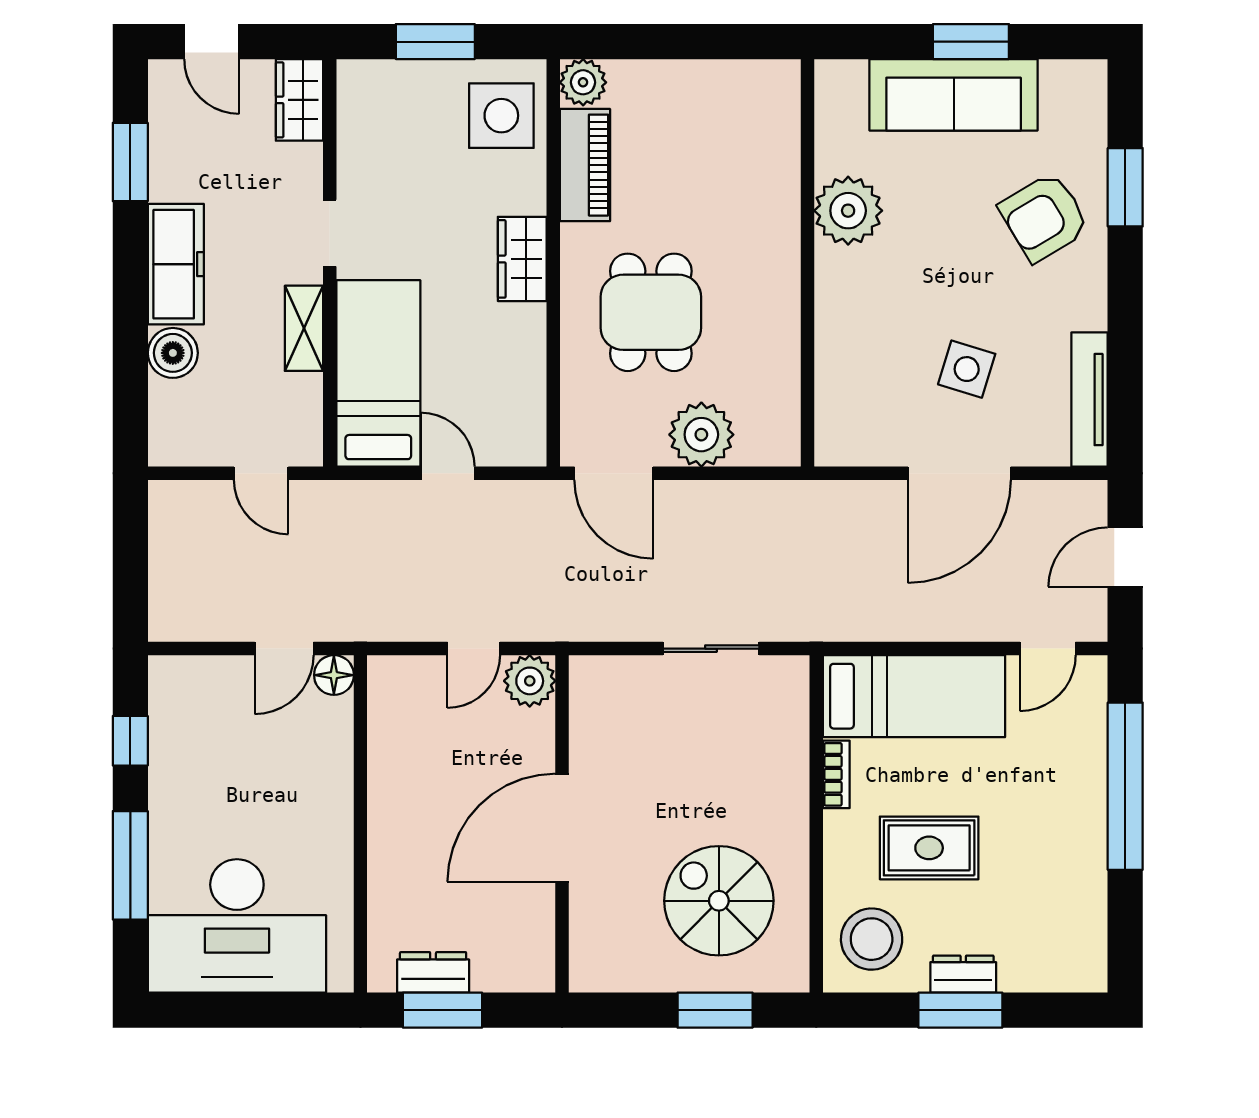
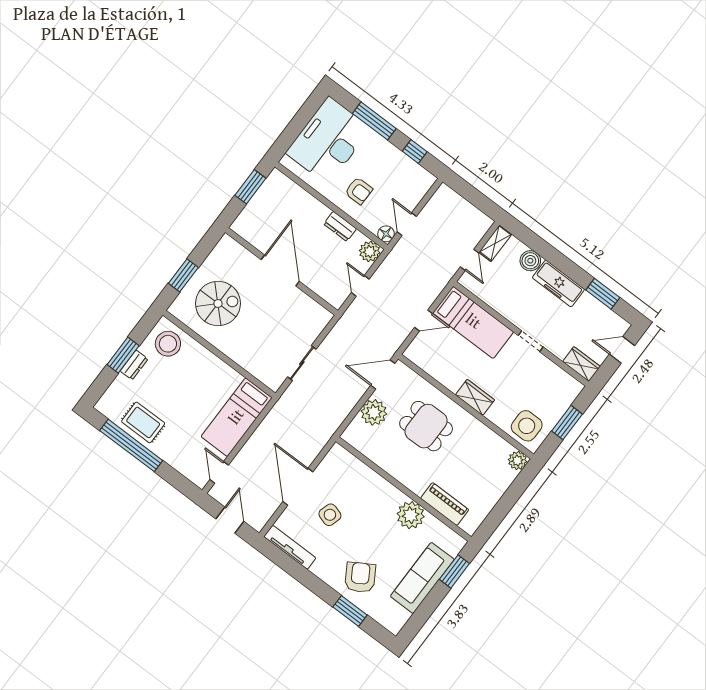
window: (971, 42) -> (454, 571), moved
piano: (585, 165) -> (445, 504), moved, turned 180
shelving: (304, 328) -> (495, 243), moved, turned 90
door: (261, 473) -> (470, 260), swing flipped
plant: (530, 681) -> (370, 252), moved
bookcase: (836, 774) -> (230, 373), removed
window: (1125, 786) -> (131, 445), moved
armchair: (290, 792) -> (359, 191), added
rug: (929, 848) -> (143, 422), moved, turned 90
dresser: (433, 972) -> (340, 226), moved, turned 90

